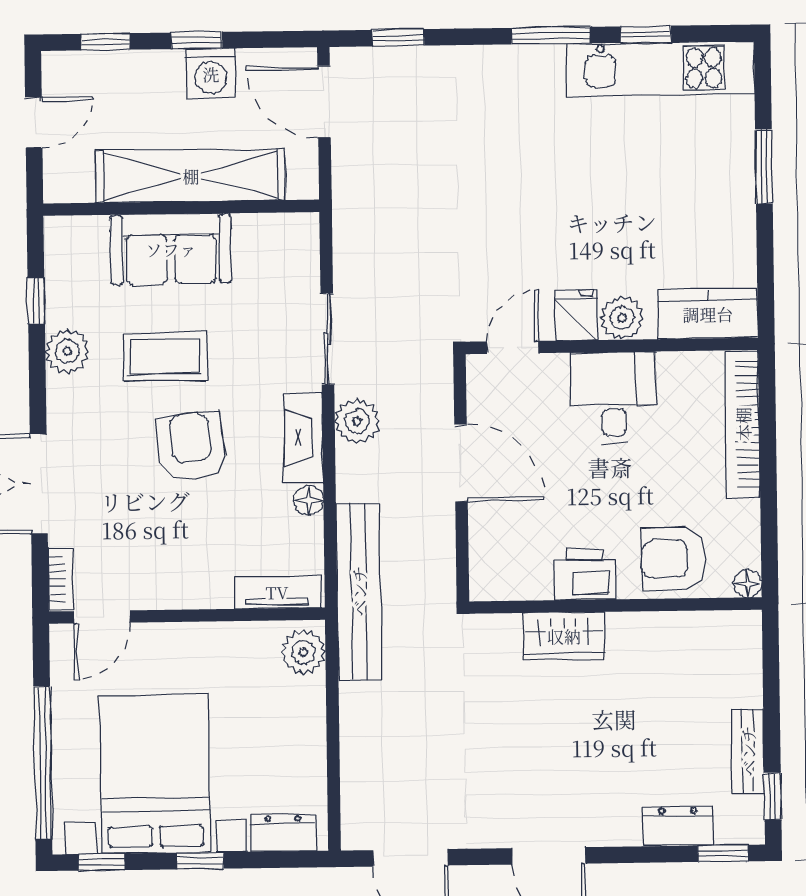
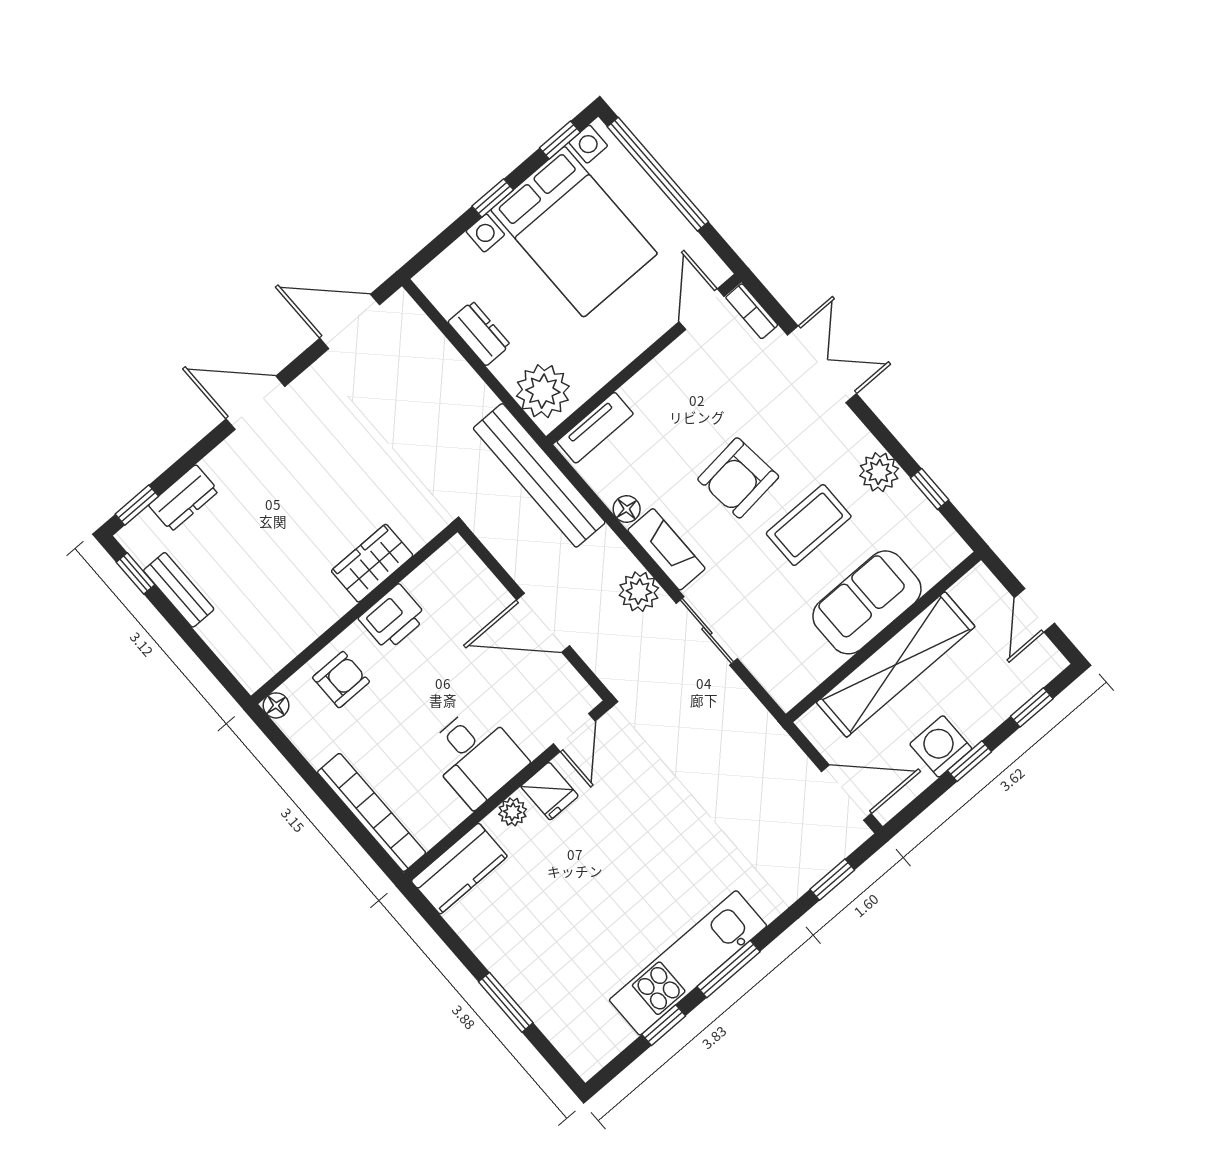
kitchen unit: (661, 69) -> (688, 963), moved
plant: (622, 318) -> (513, 812), width x0.73, depth x0.73
armchair: (191, 447) -> (738, 478), turned 90
armchair: (674, 559) -> (341, 680), width x0.72, depth x0.72
plant: (304, 652) -> (543, 391), width x1.36, depth x1.36
dresser: (283, 833) -> (479, 333), moved, turned -90

